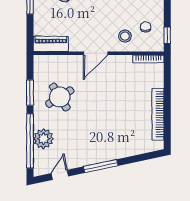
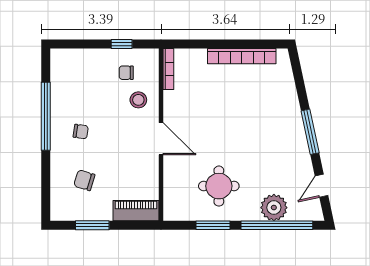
window: (167, 35) -> (122, 44), moved
piano: (51, 44) -> (136, 211), moved, turned 90
round table: (60, 97) -> (219, 186), turned 32
door: (60, 175) -> (322, 186), hinge flipped

